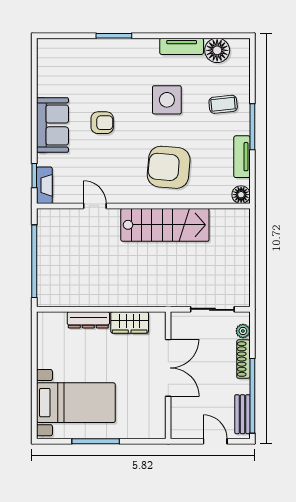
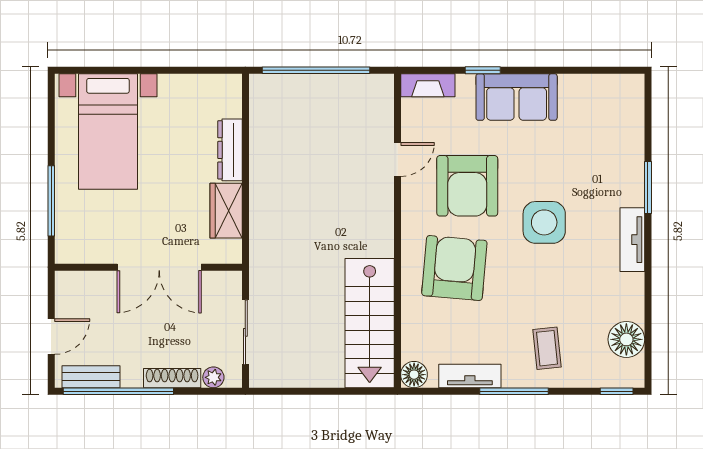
tv unit: (182, 46) -> (632, 240), moved
window: (252, 57) -> (617, 391), added
side table: (167, 100) -> (544, 222), moved
armchair: (102, 123) -> (467, 186), moved, width x1.88, depth x1.88
window: (34, 176) -> (483, 70), moved
stairs: (165, 225) -> (370, 323), moved
window: (96, 441) -> (51, 201), moved

